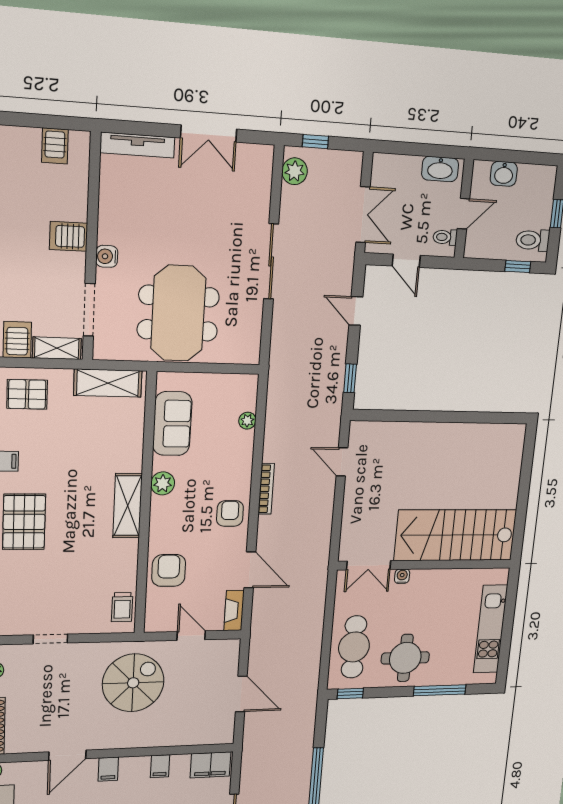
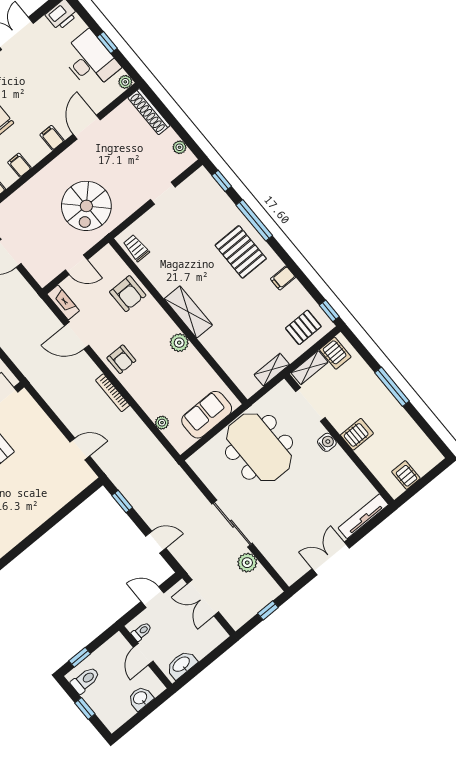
plant: (295, 171) -> (247, 563), moved
shelving: (108, 383) -> (272, 370), width x0.67, depth x0.75
sofa: (172, 424) -> (207, 415), moved, turned 90

